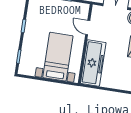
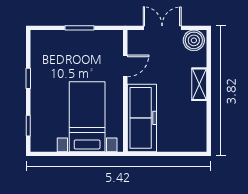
door: (88, 28) -> (125, 66), swing flipped

